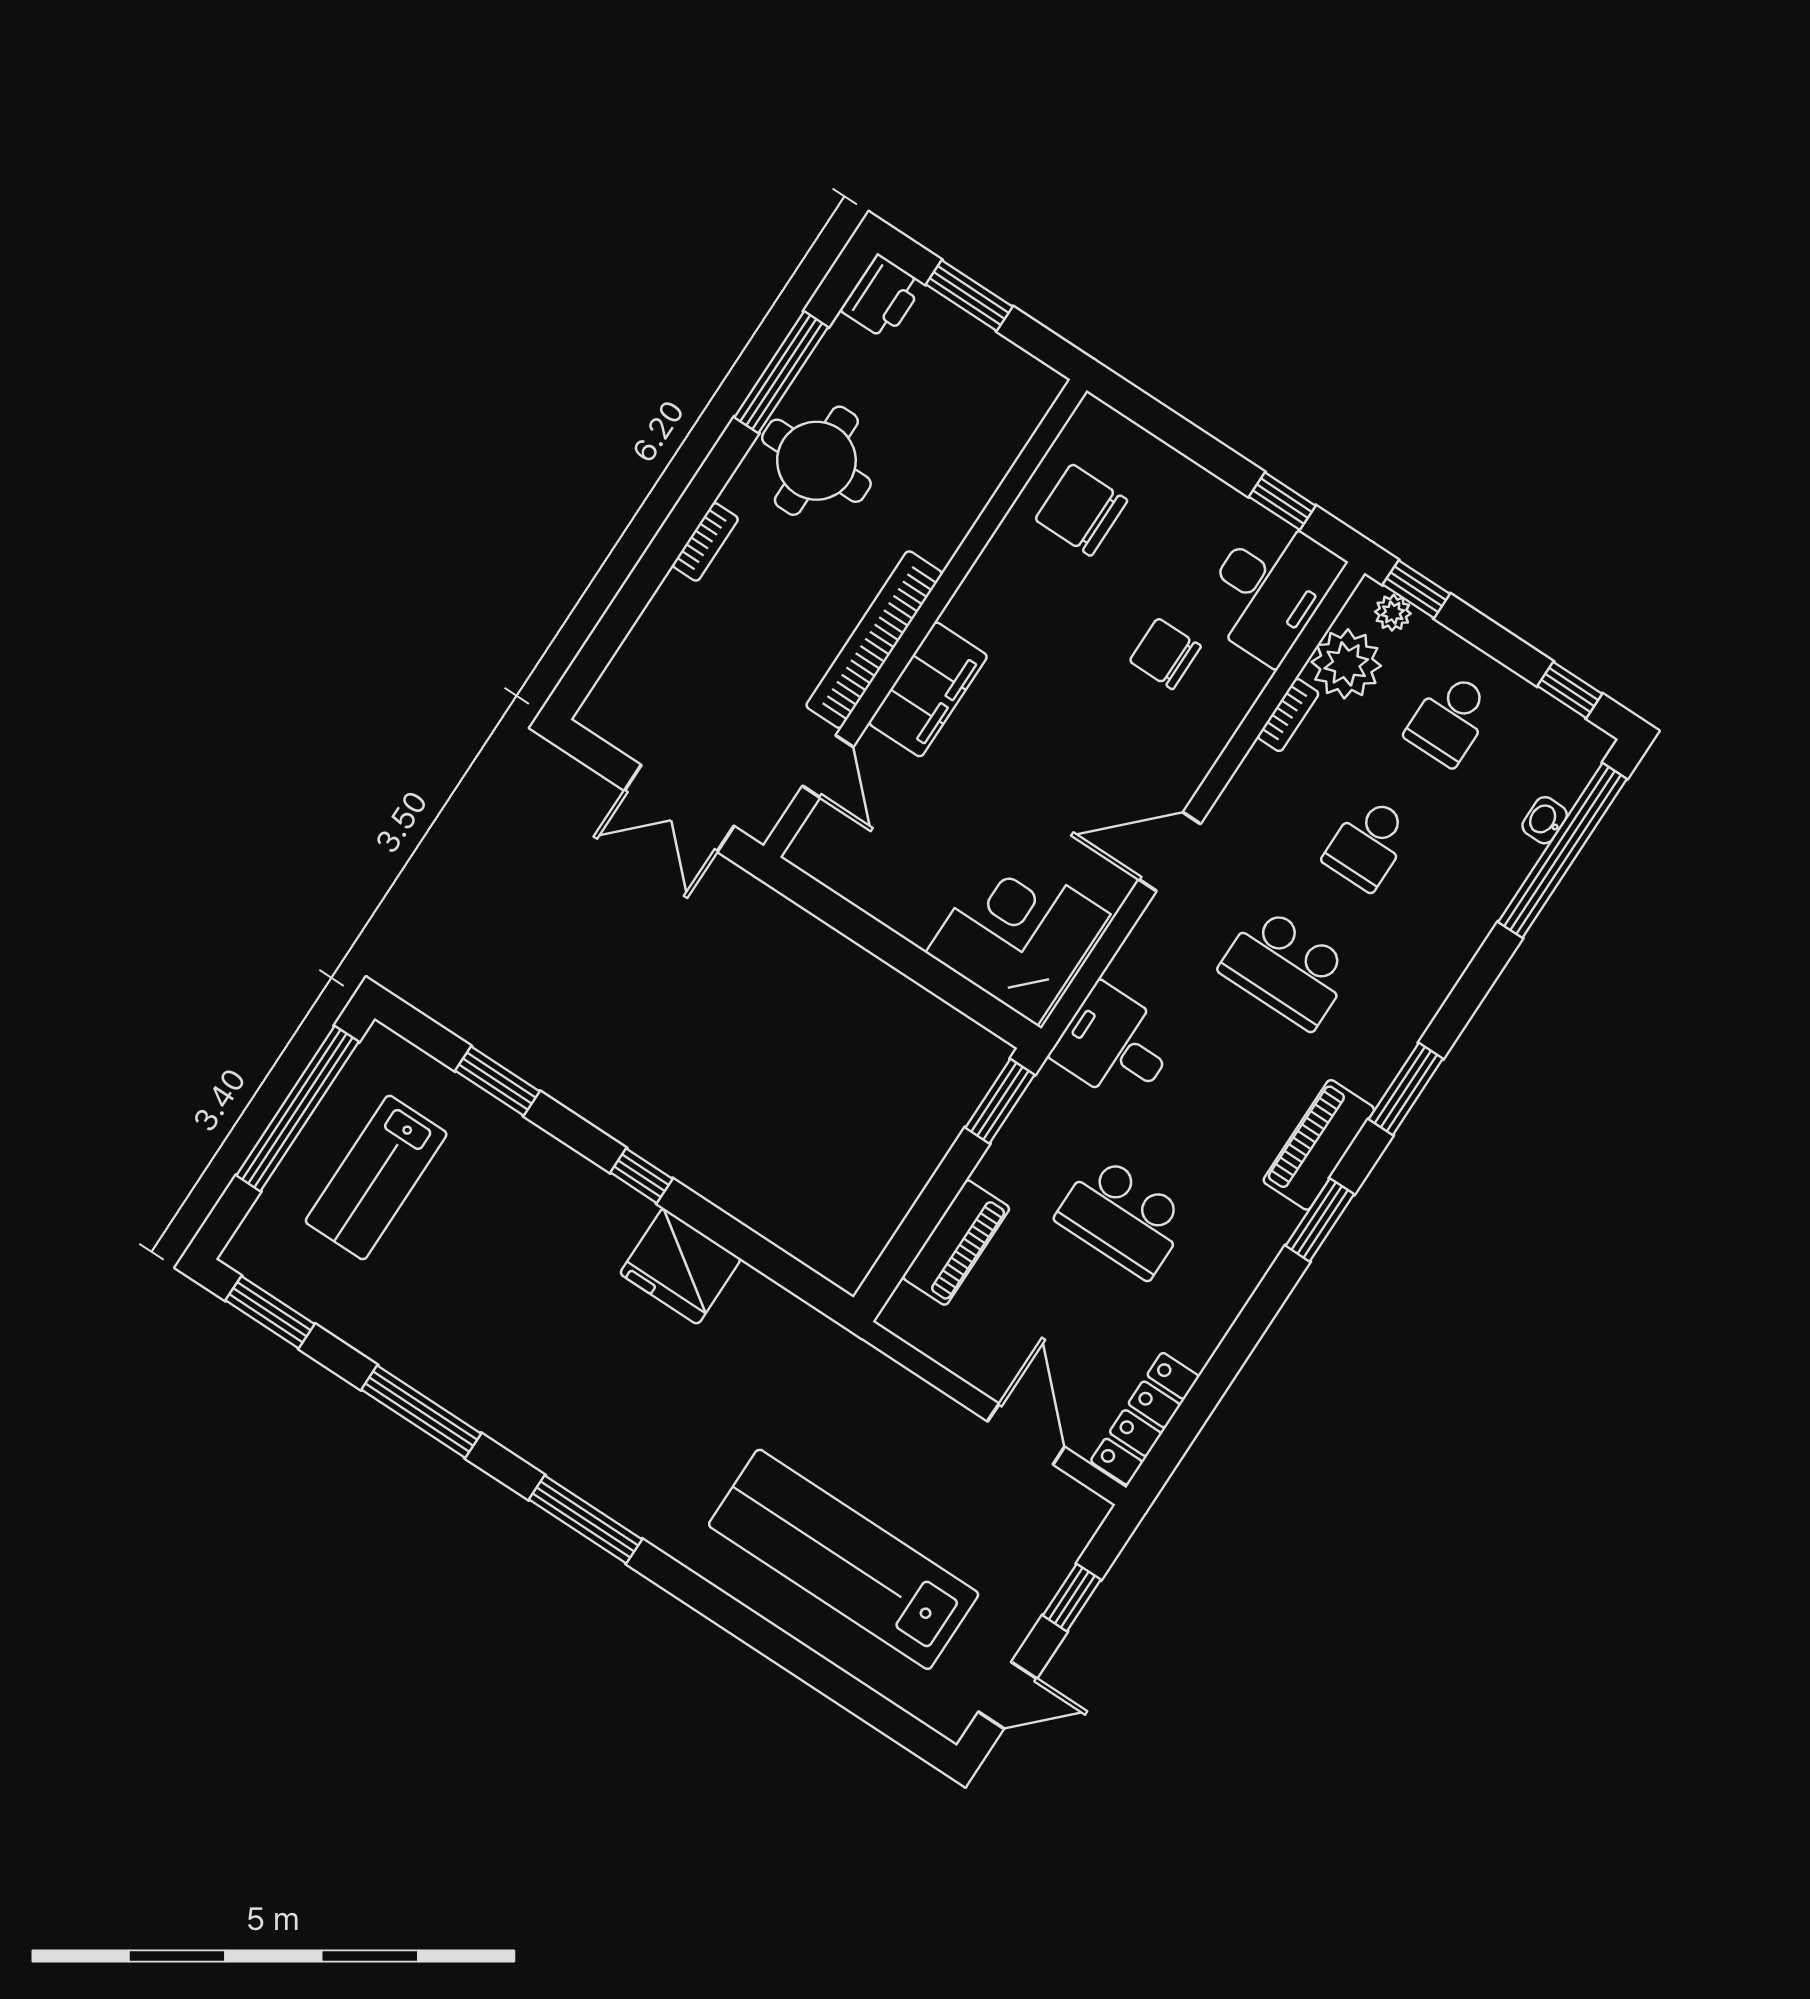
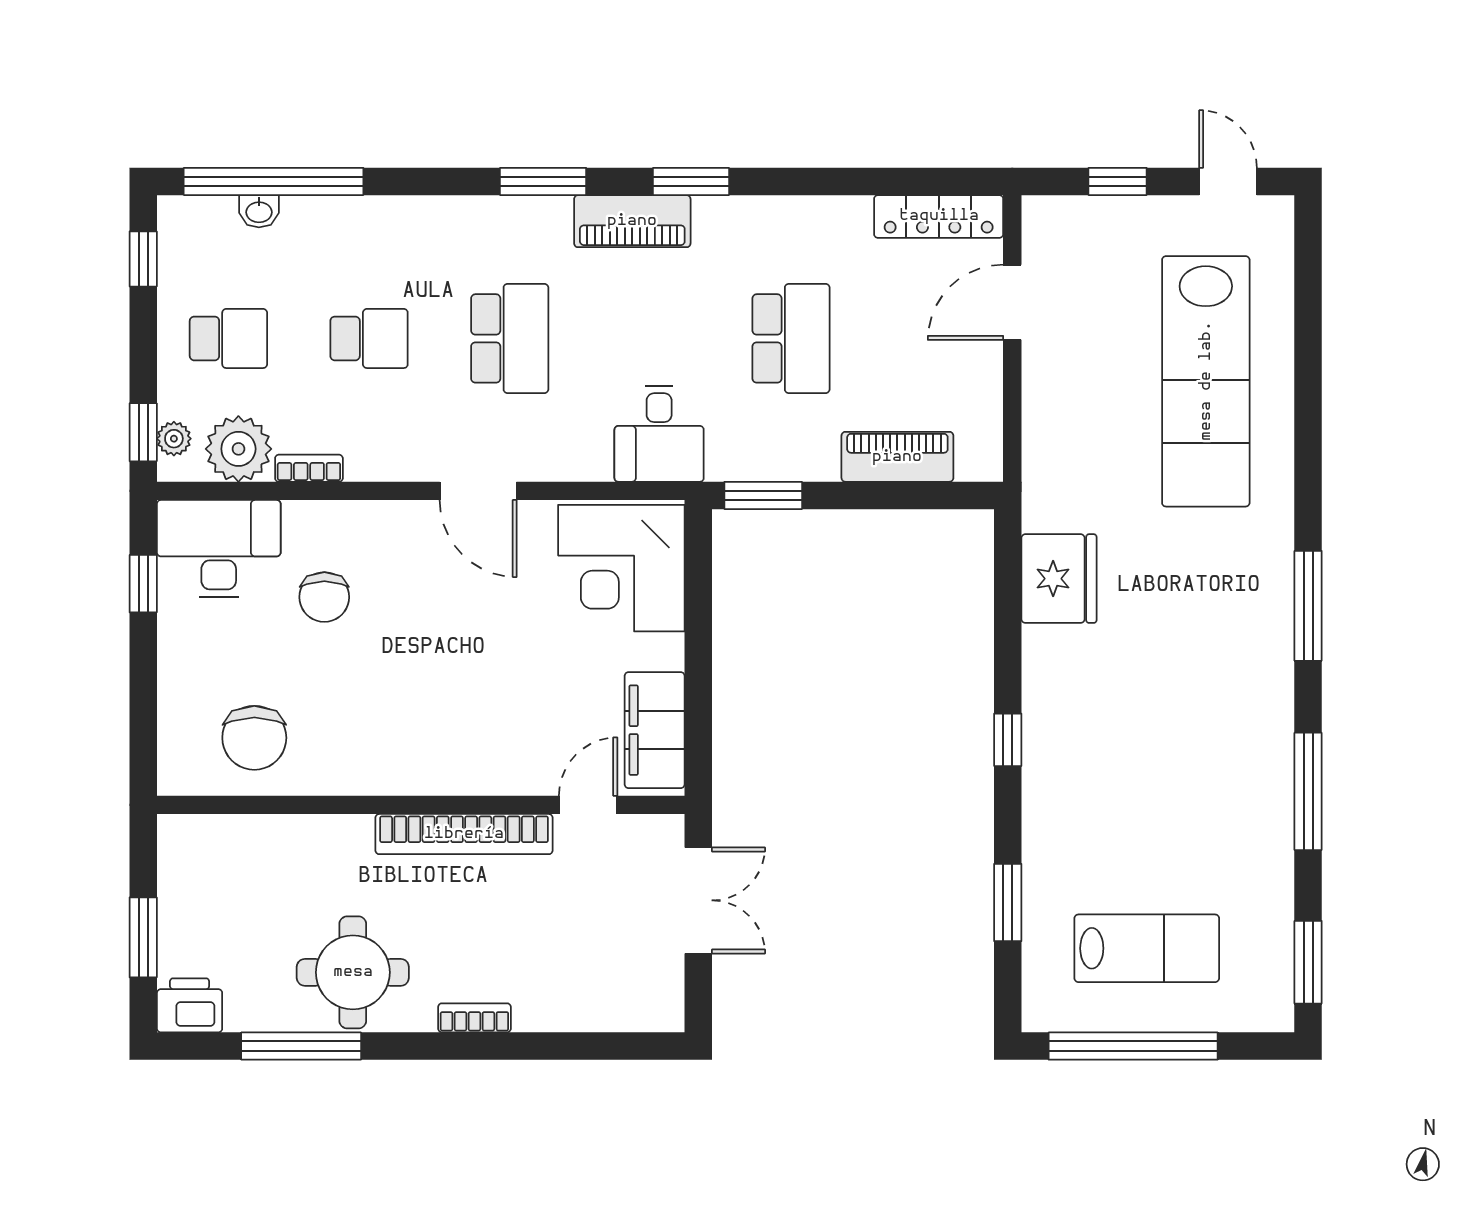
filing cabinet: (928, 689) -> (655, 730), moved, turned -90
fridge: (680, 1266) -> (1059, 579), moved

